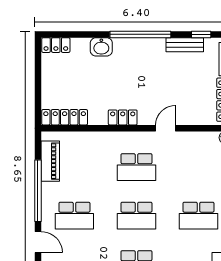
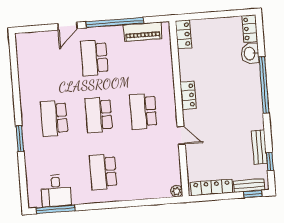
window: (140, 34) -> (264, 85), moved
washbasin: (101, 47) -> (250, 53), moved
locker: (65, 117) -> (183, 34), width x0.66

